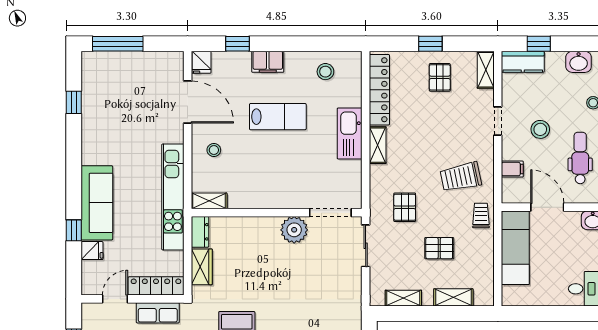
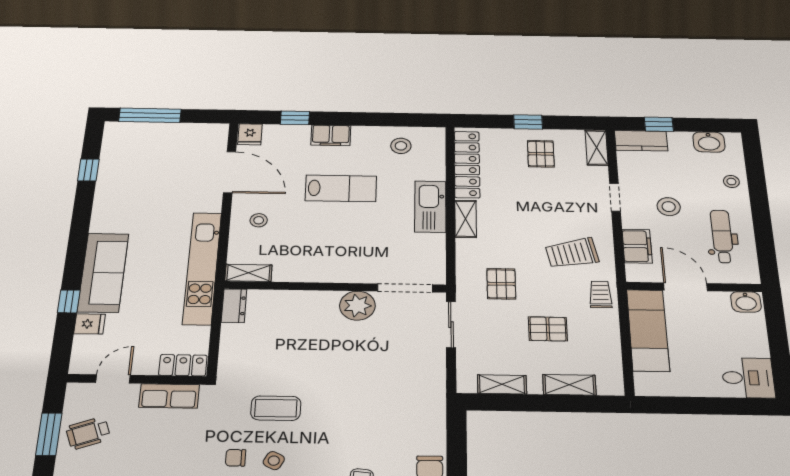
filing cabinet: (512, 169) -> (637, 246), width x2.00
wardrobe: (202, 267) -> (233, 344), removed
locker: (156, 286) -> (183, 365), width x0.66

